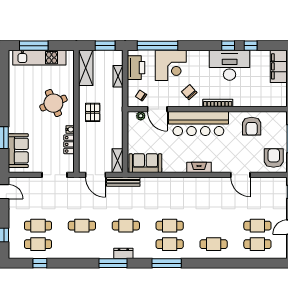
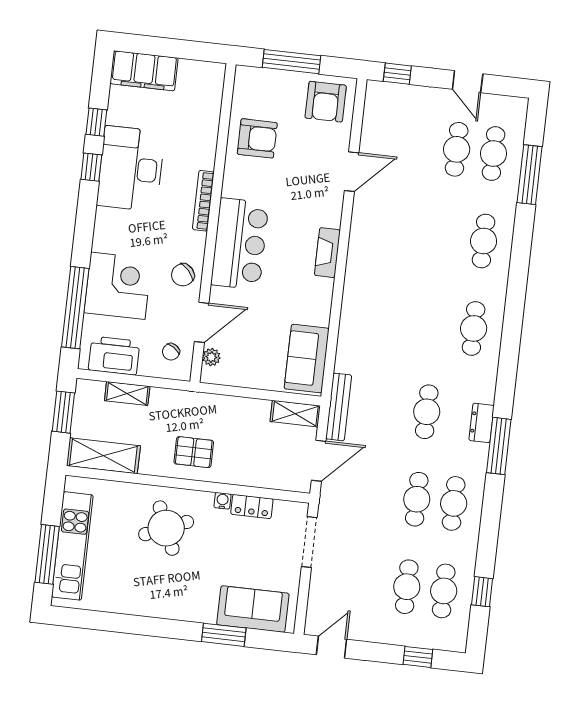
chair: (189, 92) -> (183, 275), moved
bar counter: (198, 124) -> (240, 244), width x0.73
armchair: (274, 158) -> (326, 102), turned -90
cafe table: (170, 226) -> (454, 503), moved
window: (167, 263) -> (530, 175), moved

